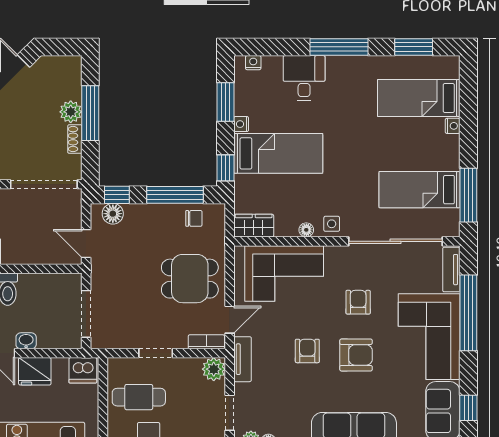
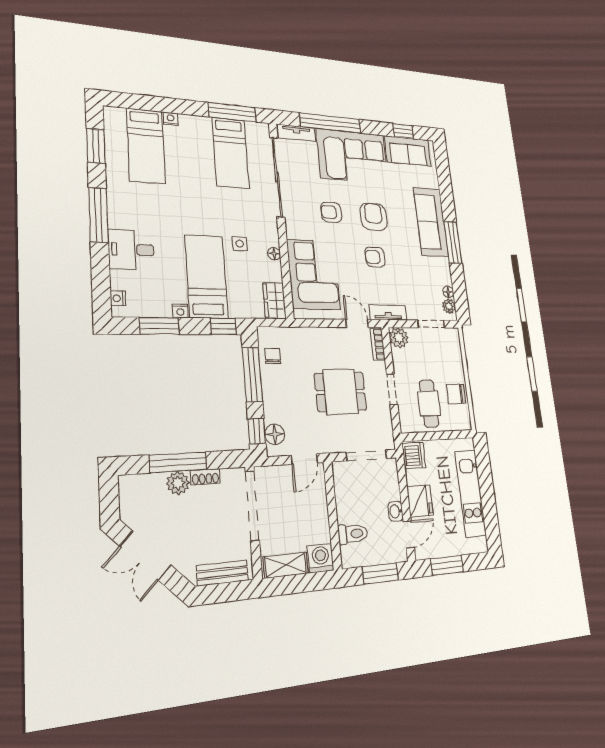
side table: (332, 224) -> (240, 244), moved
dining table: (190, 279) -> (340, 392), moved, turned 90

